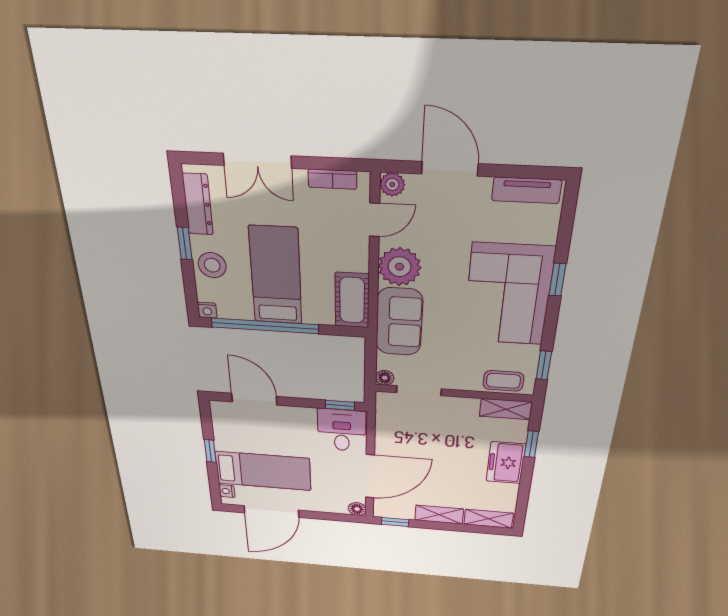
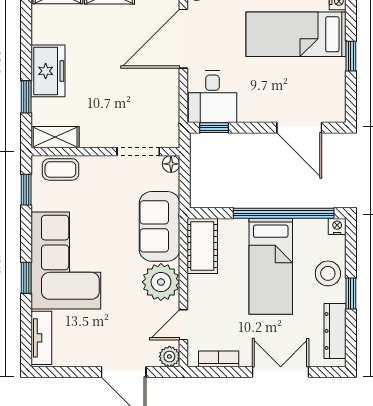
tv unit: (526, 190) -> (41, 338), moved, turned 90

